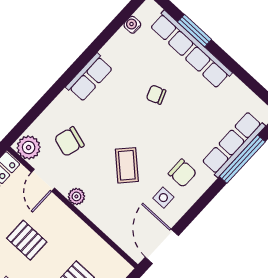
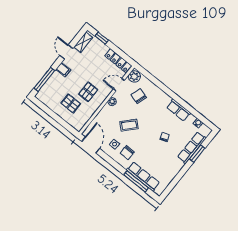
row of seats: (191, 49) -> (192, 148), width x0.73
row of seats: (89, 77) -> (179, 110), moved
pallet: (27, 240) -> (88, 92), moved
door: (162, 246) -> (91, 145), hinge flipped

